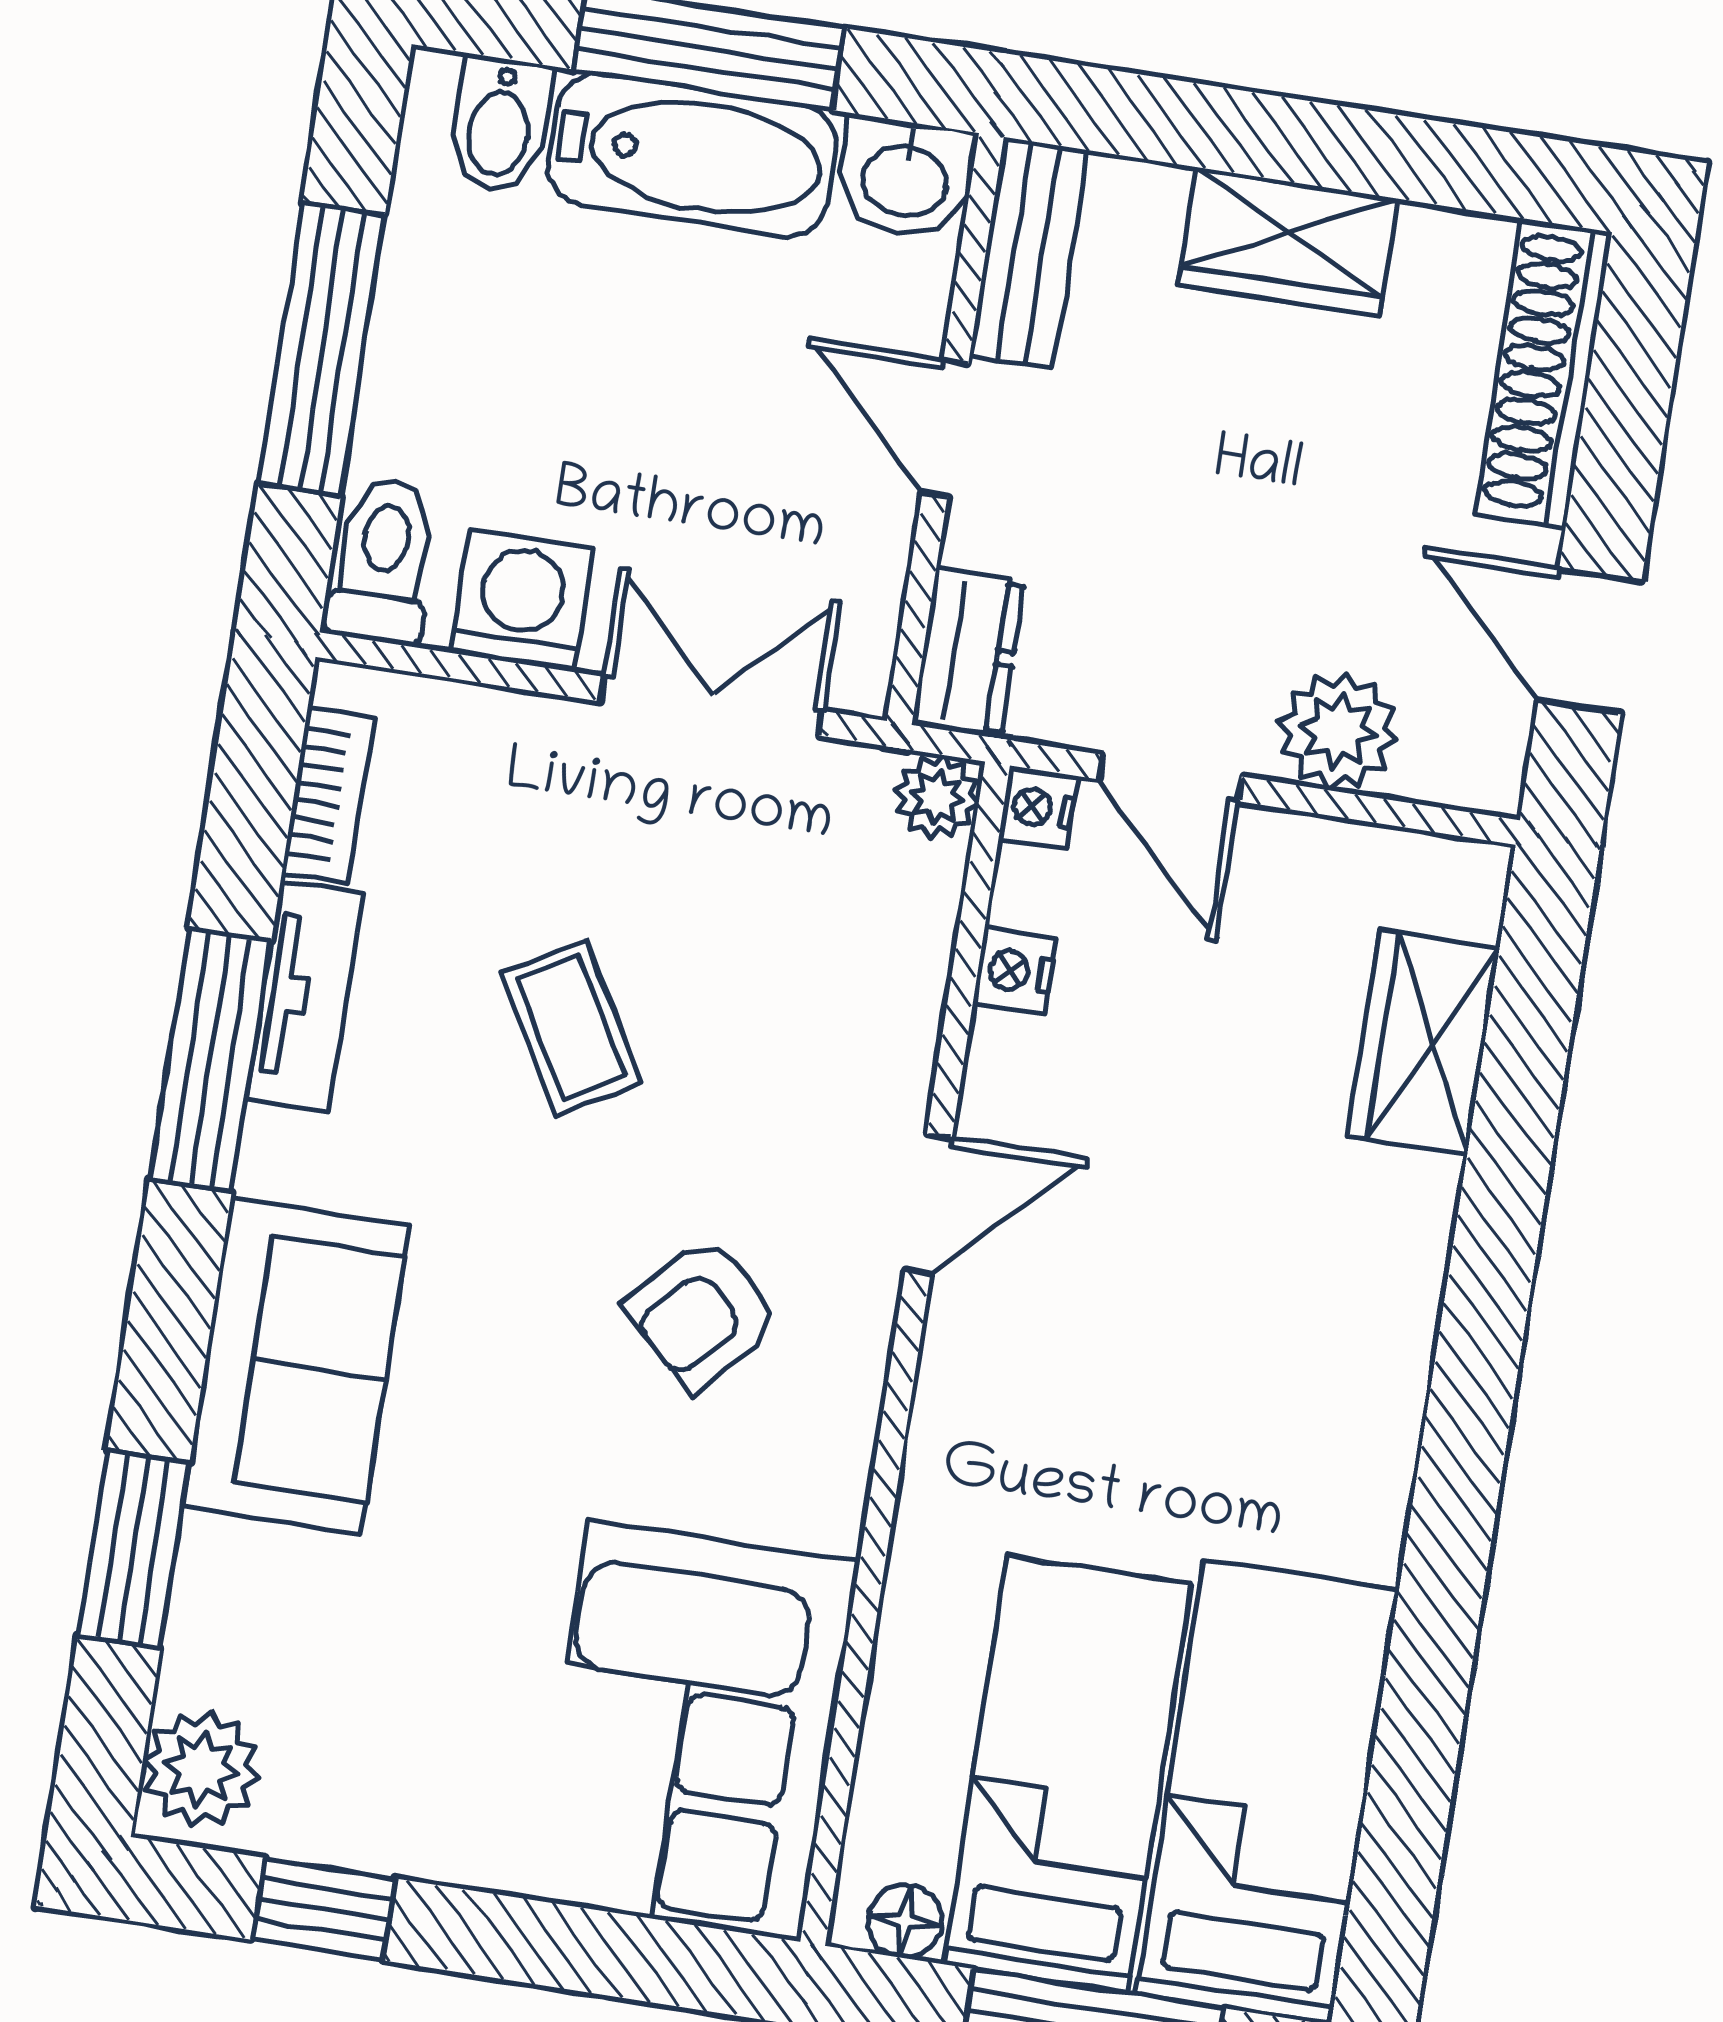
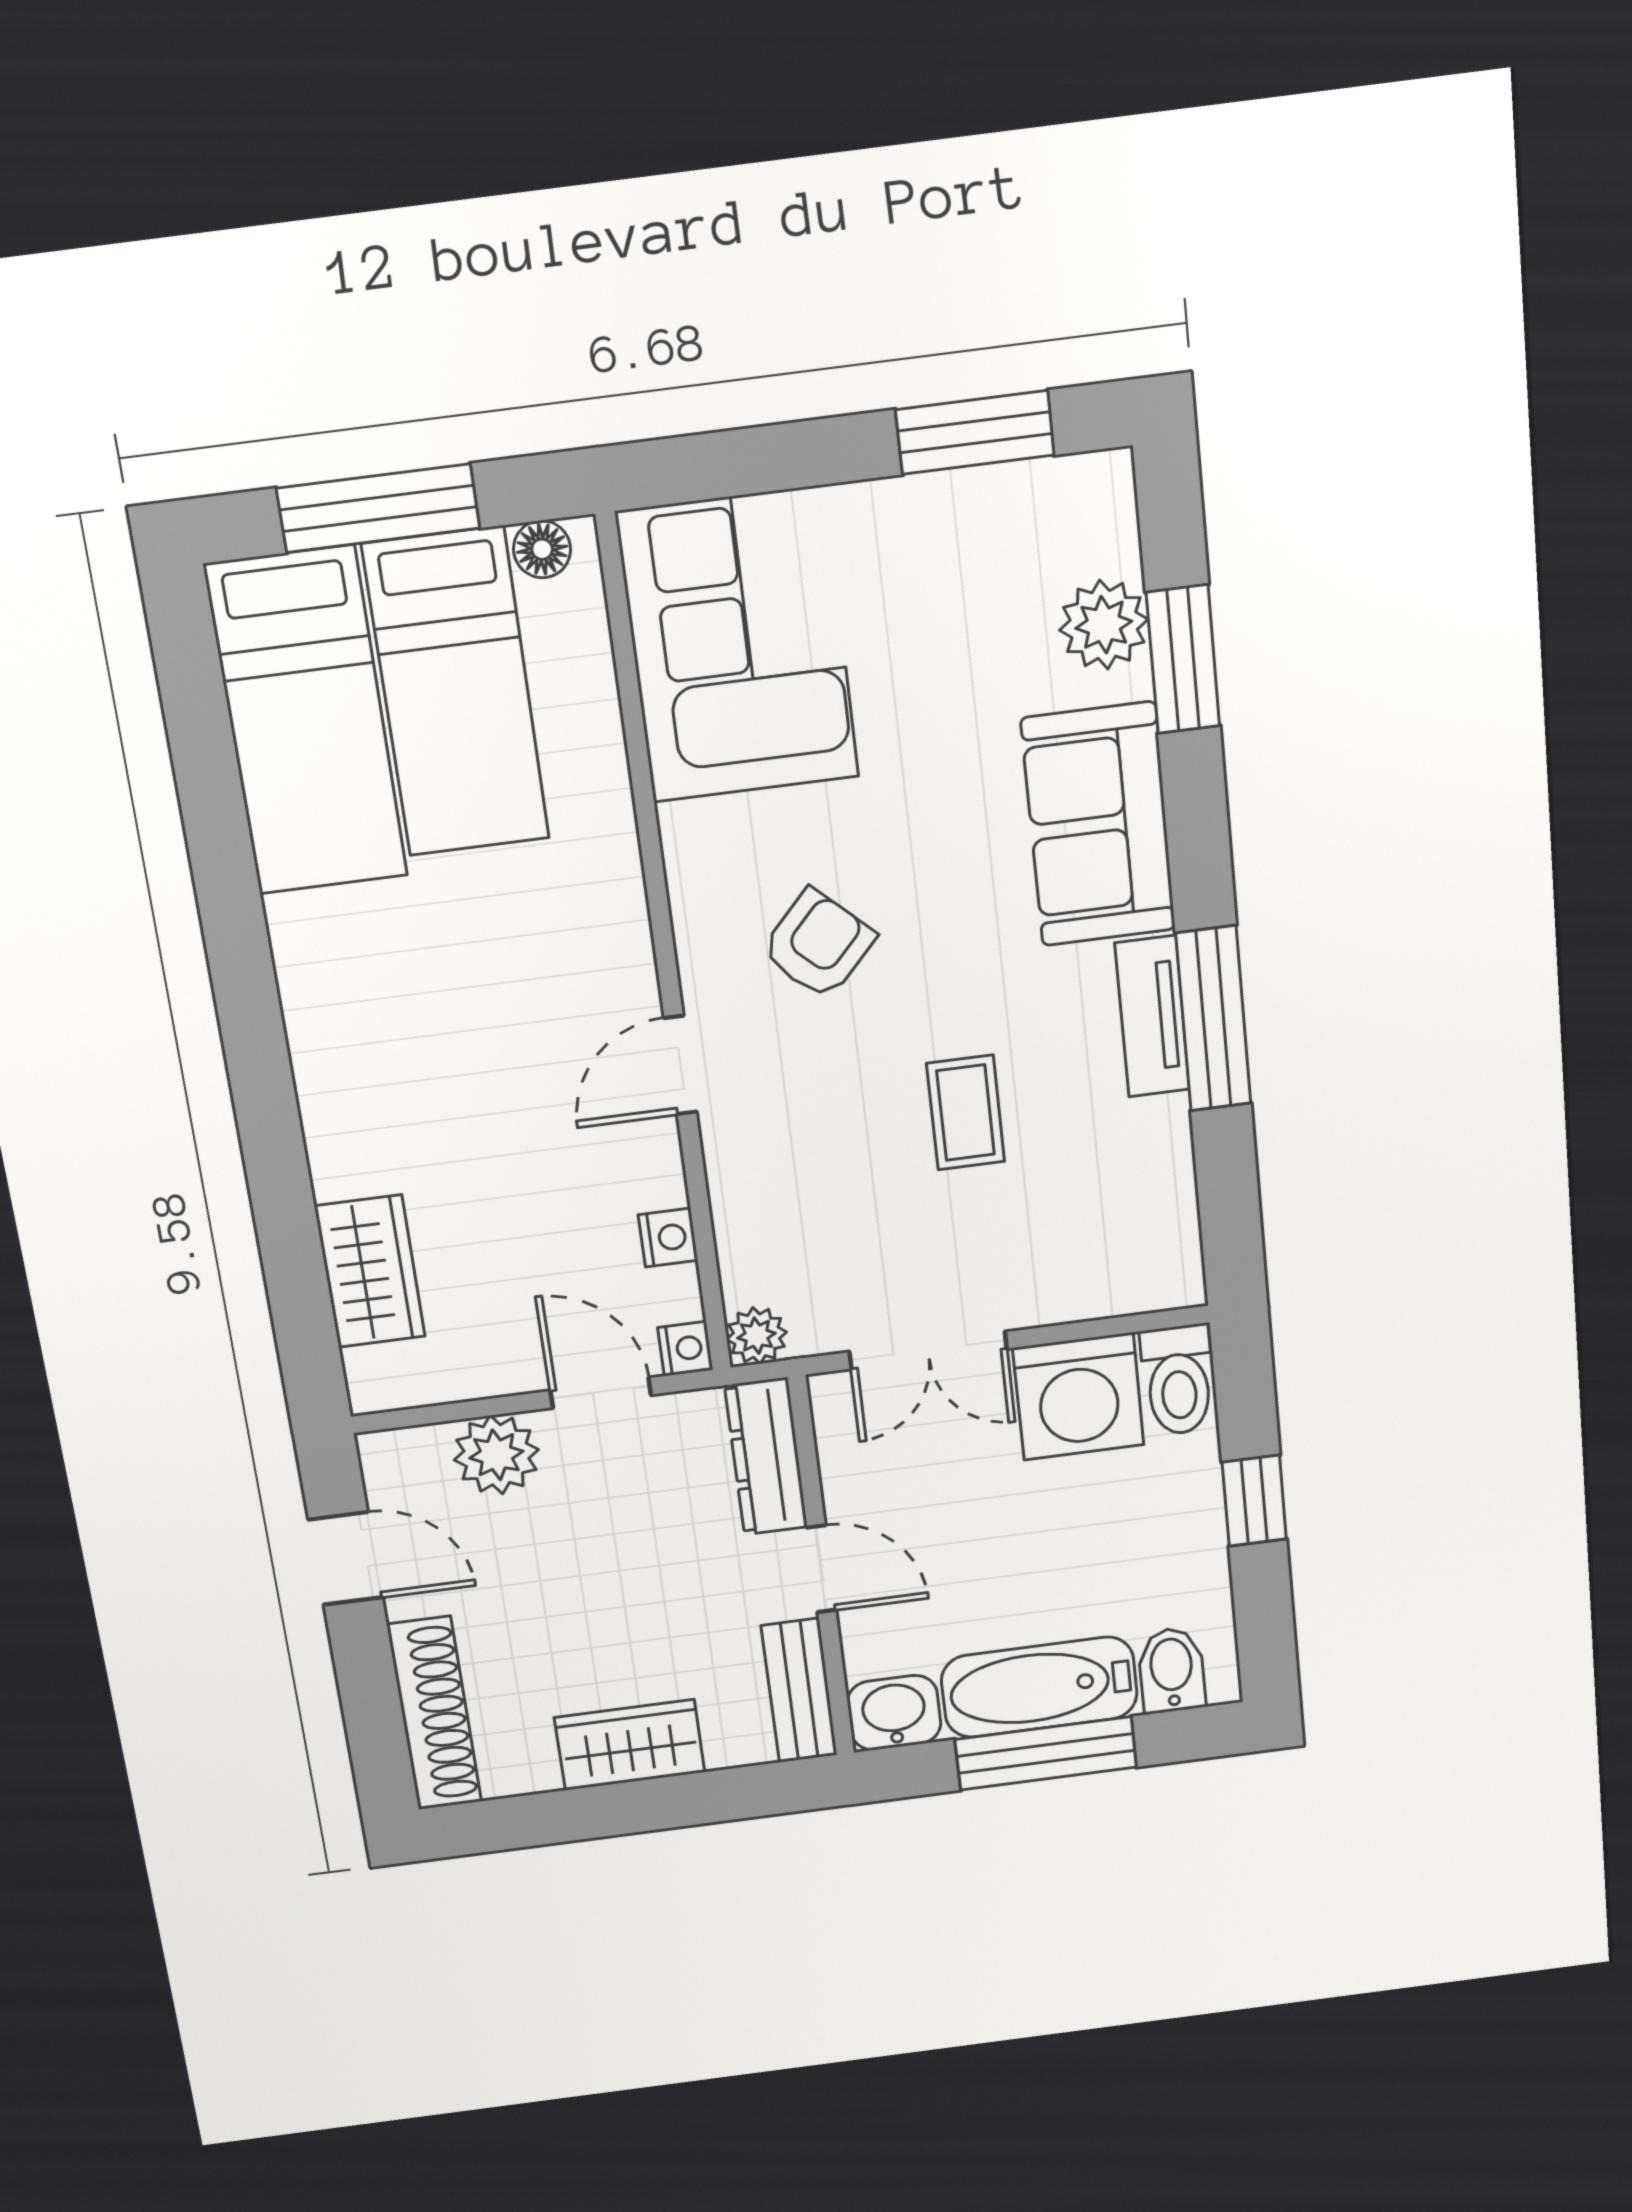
window: (322, 349) -> (1254, 1501), width x0.46
washing machine: (522, 601) -> (1078, 1396), width x1.37, depth x1.37
dresser: (969, 653) -> (766, 1456), width x1.44
bookcase: (328, 796) -> (1176, 1218), removed
tv unit: (305, 997) -> (1152, 1016), moved
coffee table: (571, 1028) -> (966, 1113), turned 30
plant: (201, 1769) -> (1104, 625), moved
window: (324, 1909) -> (975, 432), width x1.50

